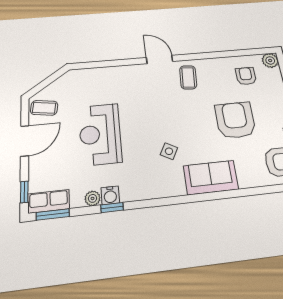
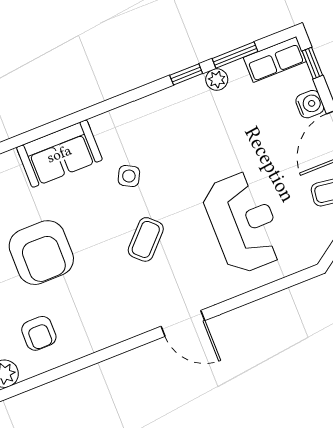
coffee table: (188, 77) -> (146, 239), moved, turned 40
reception desk: (100, 134) -> (243, 223), moved
water cooler: (110, 195) -> (310, 104), moved, turned 90
window: (53, 214) -> (235, 55), moved

